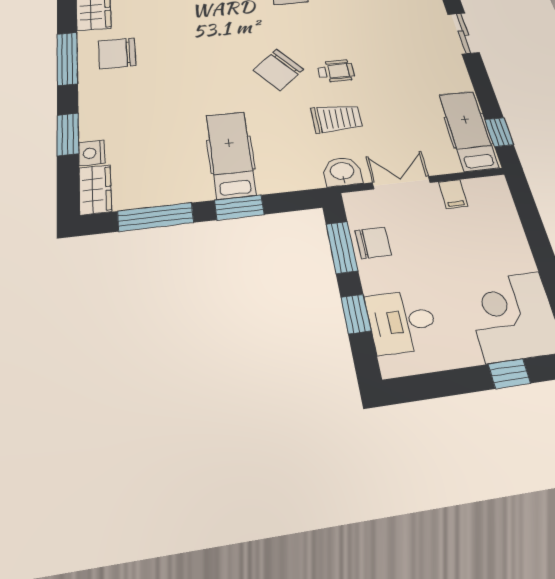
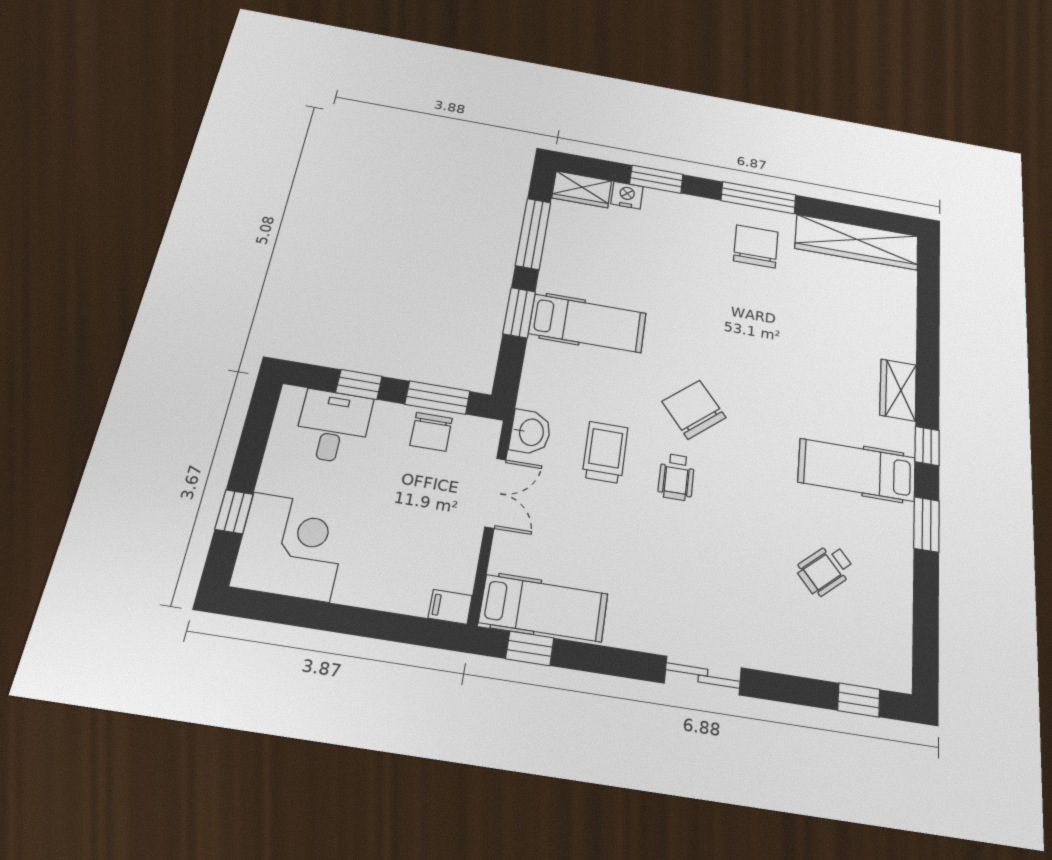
trolley: (337, 118) -> (605, 452), turned 180
filing cabinet: (453, 194) -> (450, 607), moved

